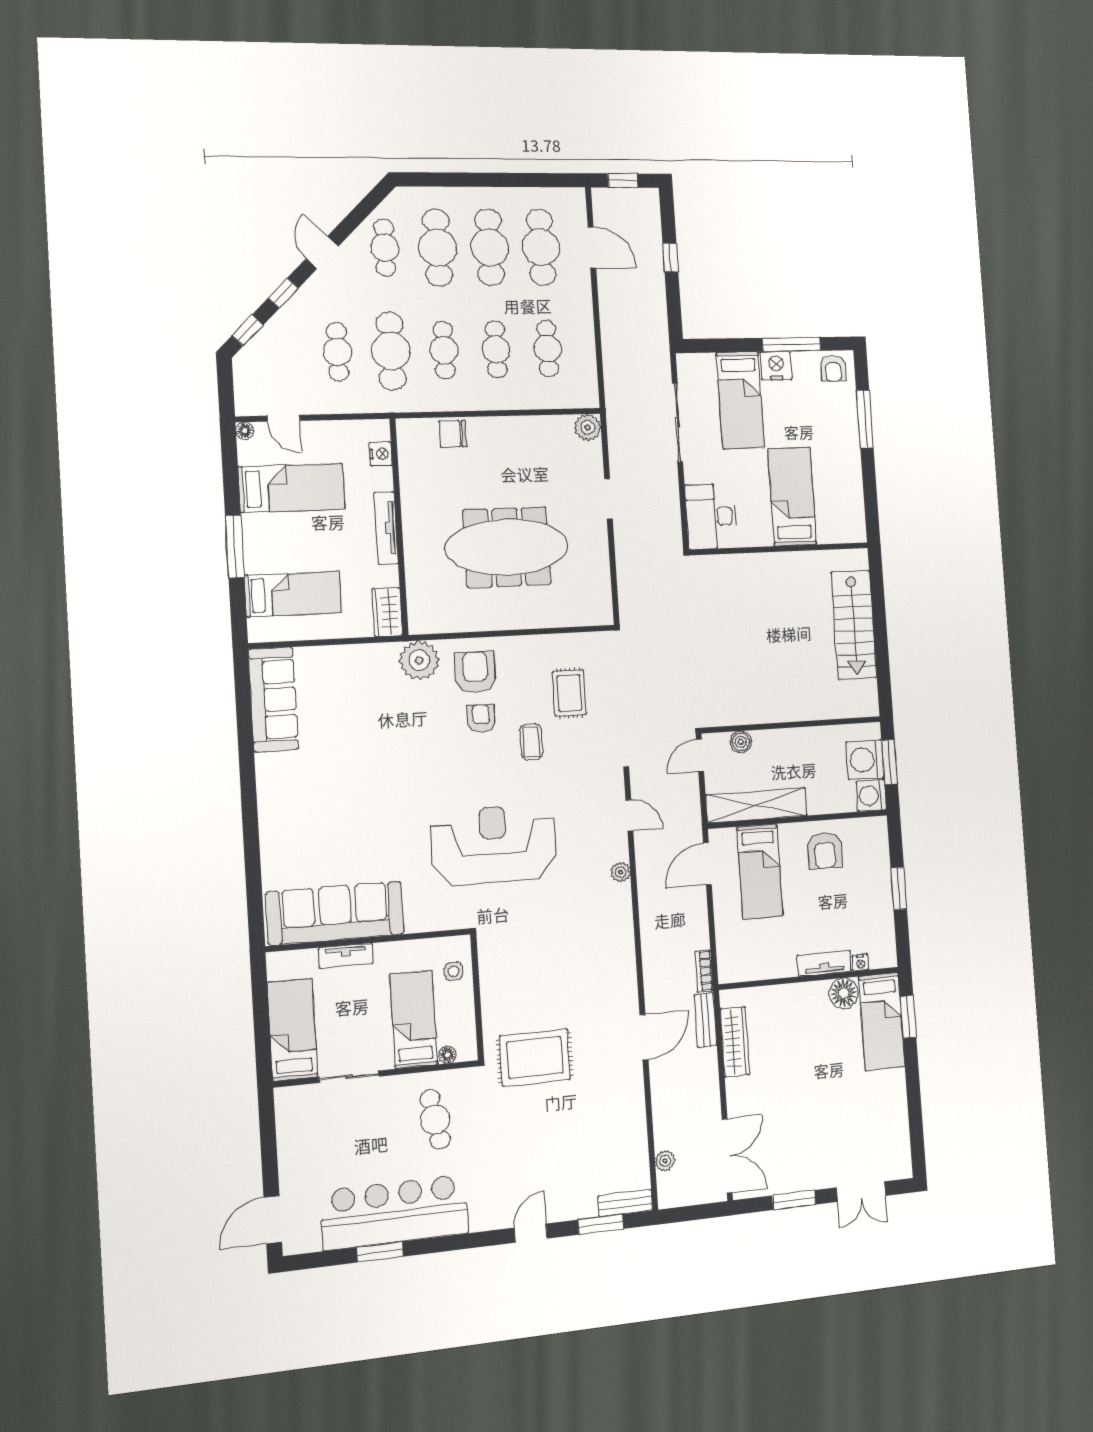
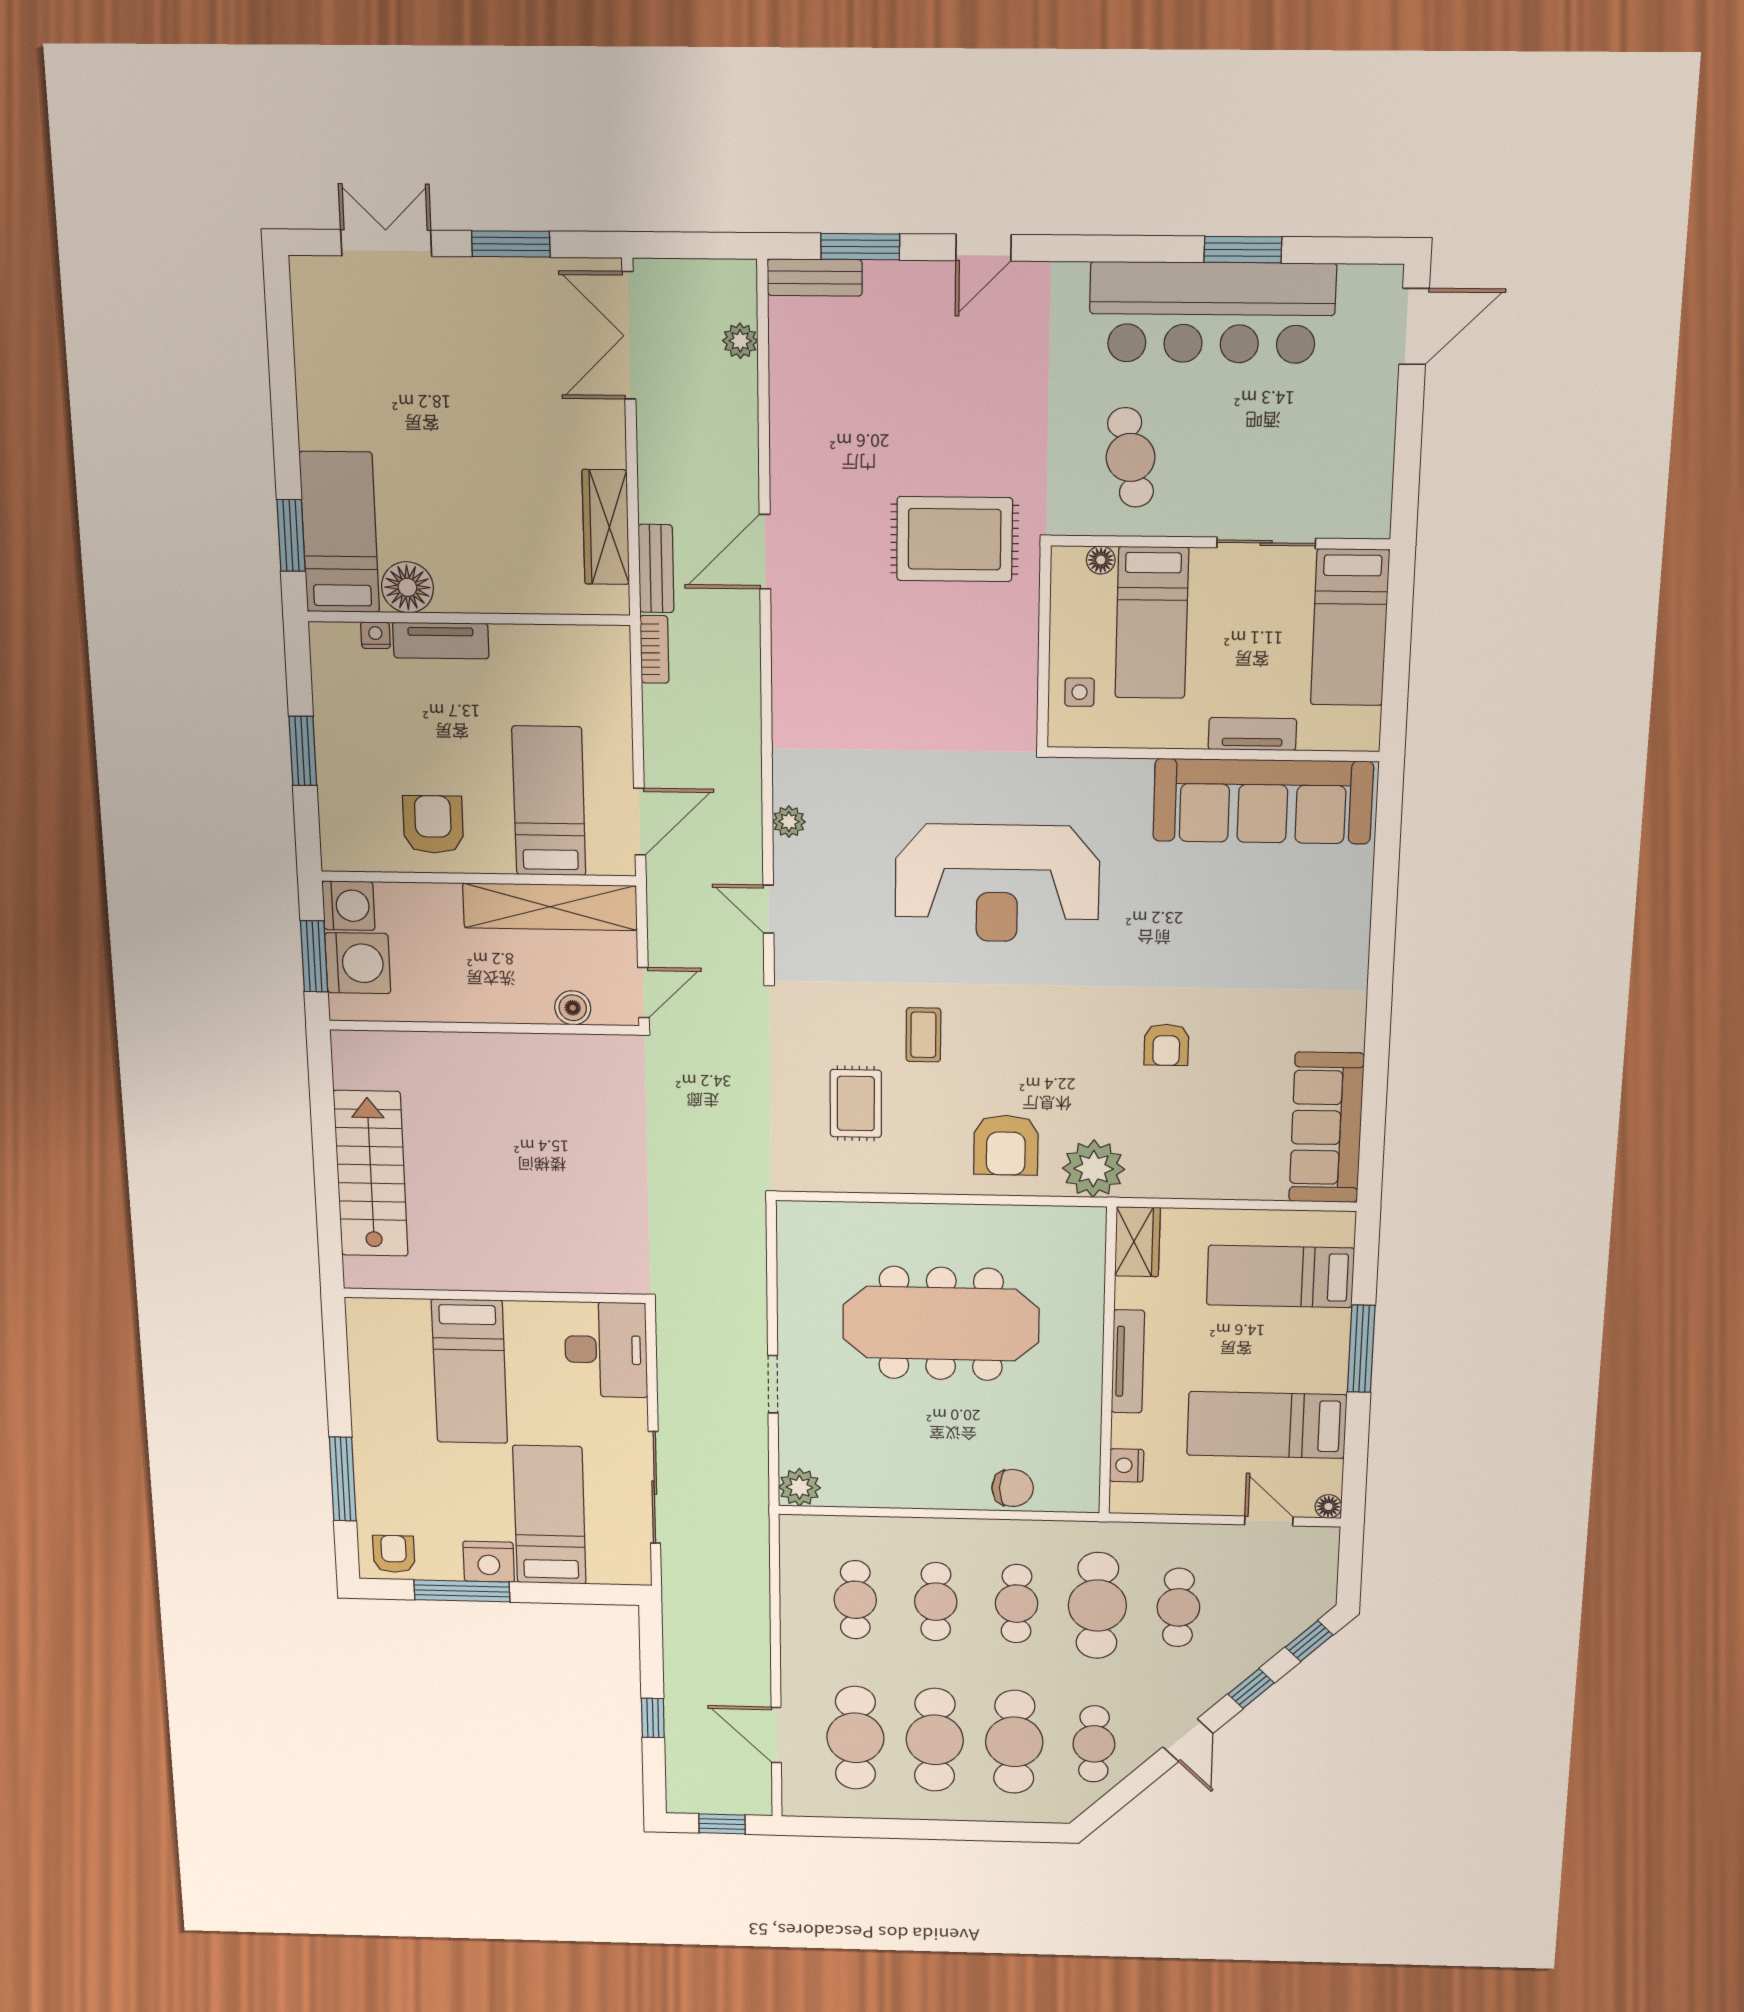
armchair: (481, 718) -> (1166, 1045), moved

